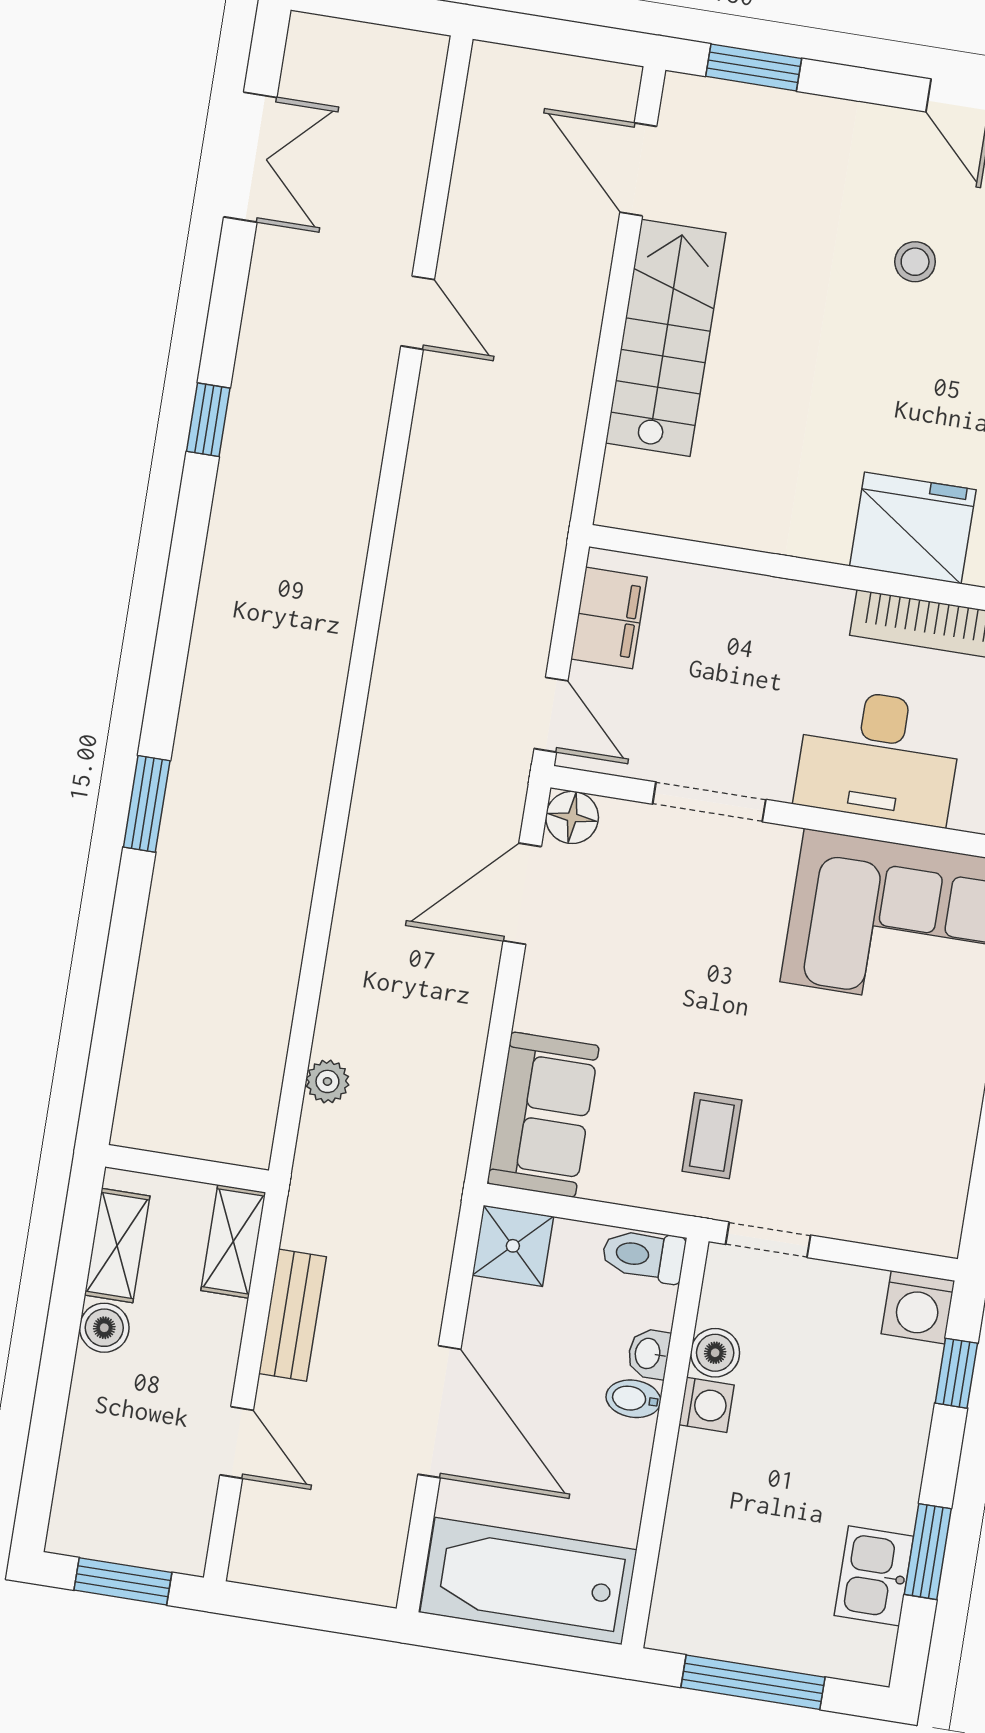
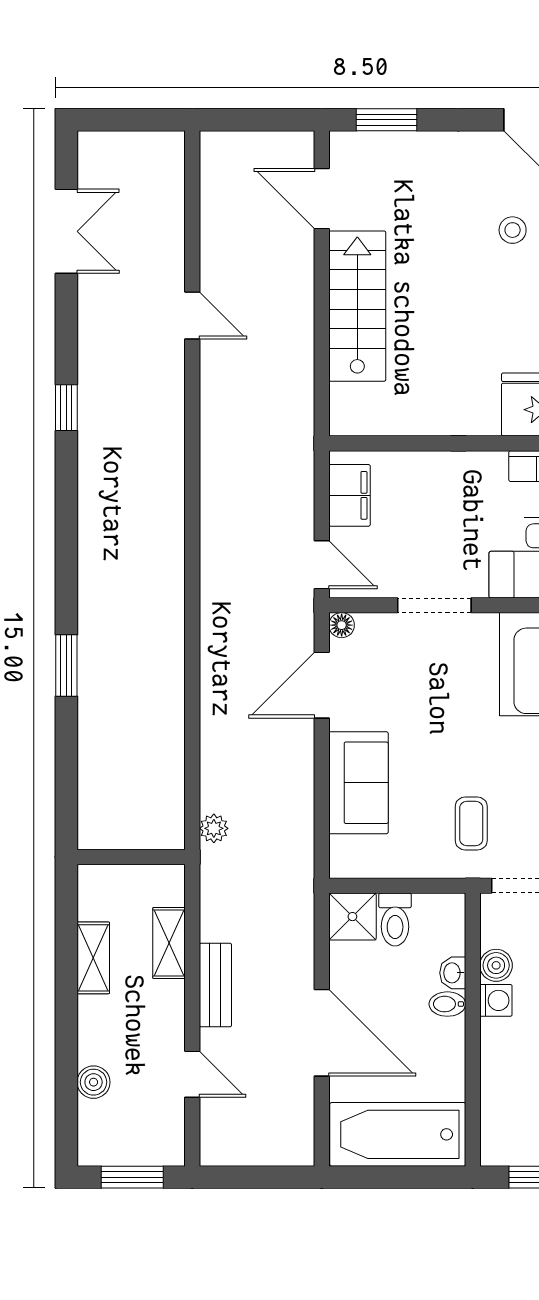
floor lamp: (572, 817) -> (342, 625), width x0.73, depth x0.73
sofa: (543, 1115) -> (358, 783), moved
wall: (187, 1169) -> (131, 857), moved
toilet: (644, 1255) -> (395, 920), moved, turned -90
boiler: (104, 1328) -> (94, 1082), moved

